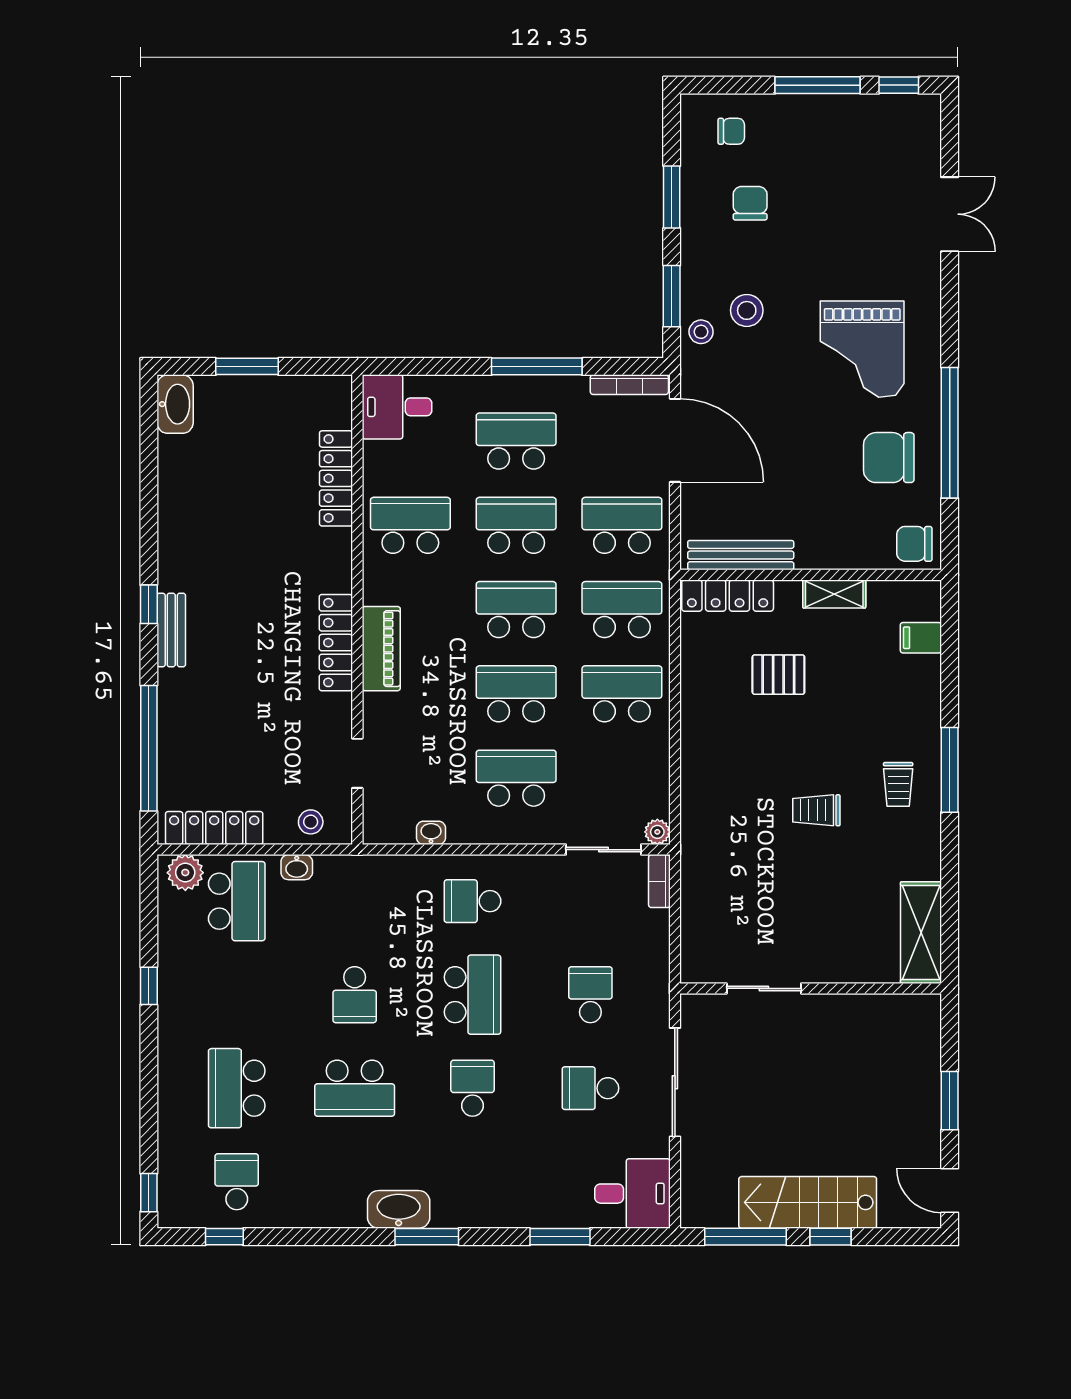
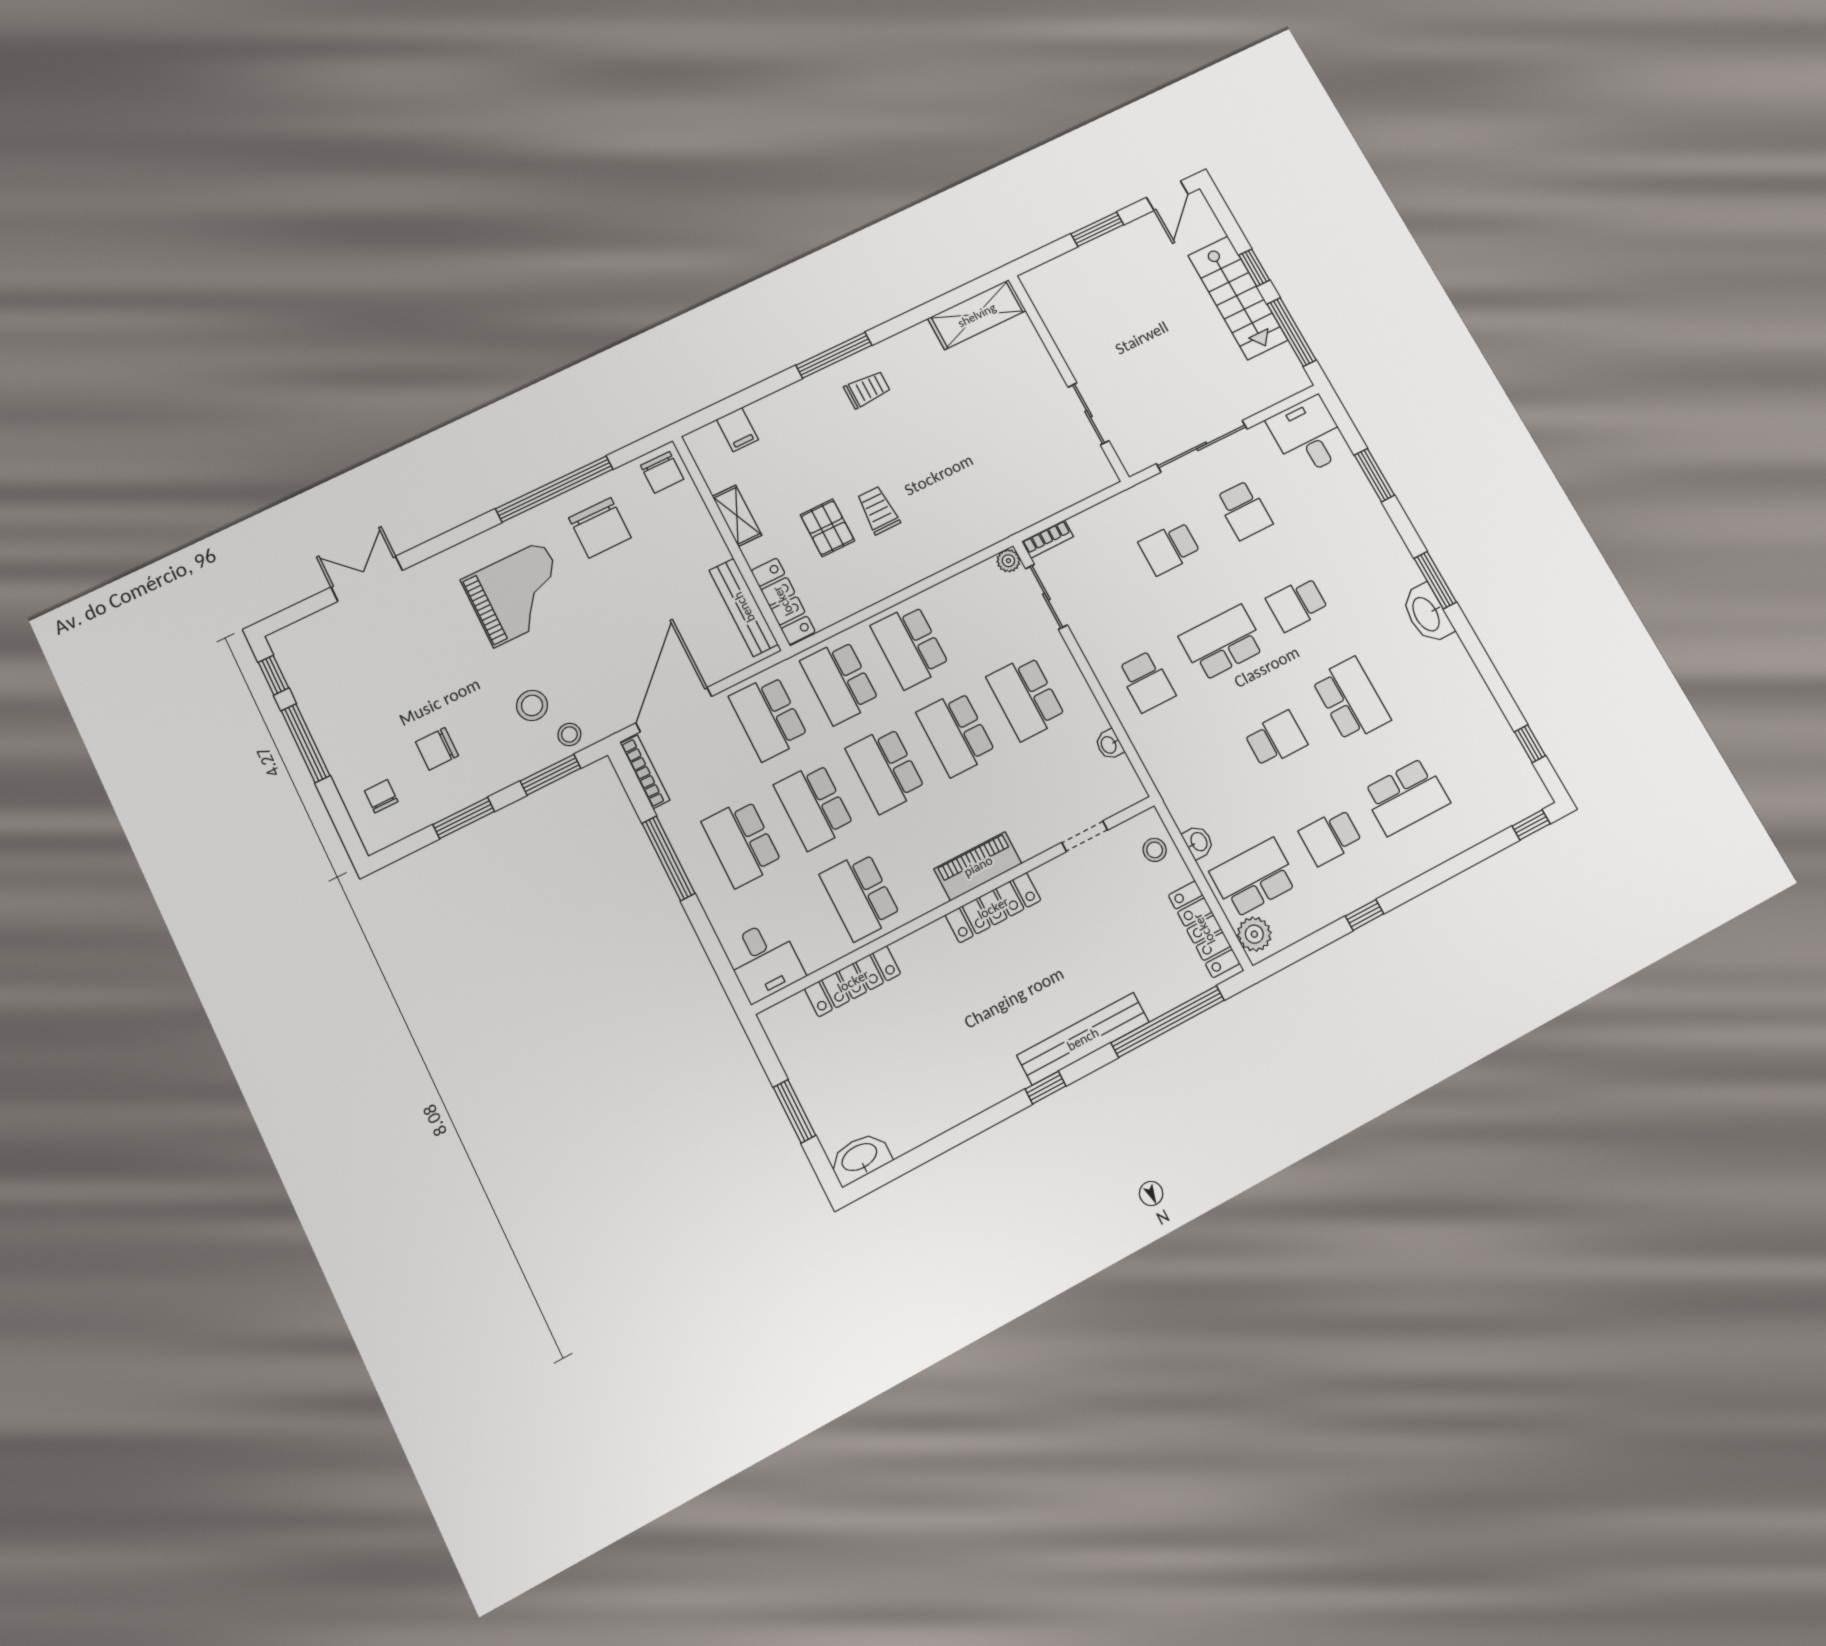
bench: (171, 630) -> (1083, 1039), width x1.86, depth x1.21
trolley: (816, 810) -> (878, 510), moved, turned 180
school desk: (237, 1182) -> (1330, 837), moved

